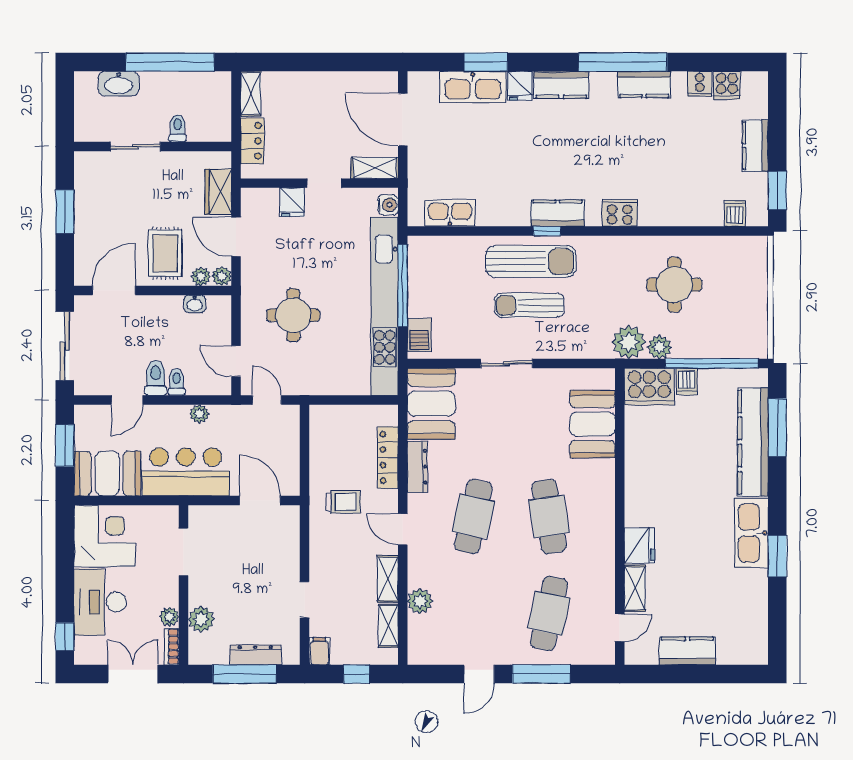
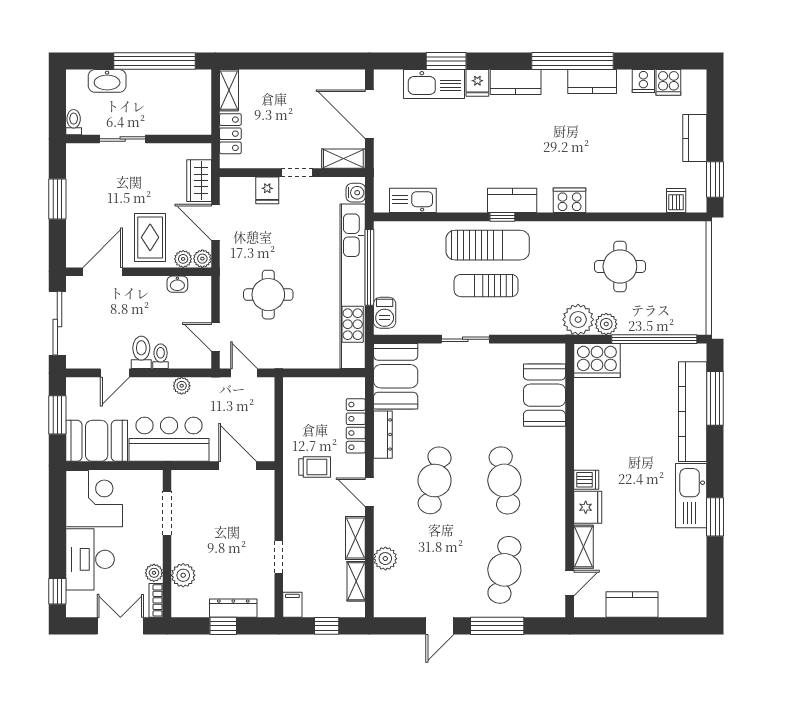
toilet: (178, 128) -> (74, 122), moved
dishwasher: (687, 381) -> (586, 480), moved, turned -90
window: (244, 674) -> (223, 626), width x0.46

